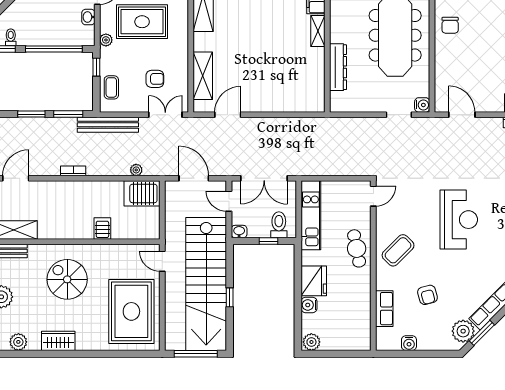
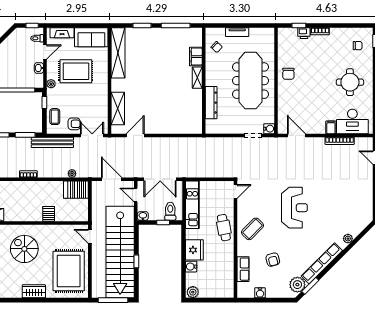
armchair: (155, 79) -> (74, 124), moved
wardrobe: (58, 341) -> (34, 291), moved

